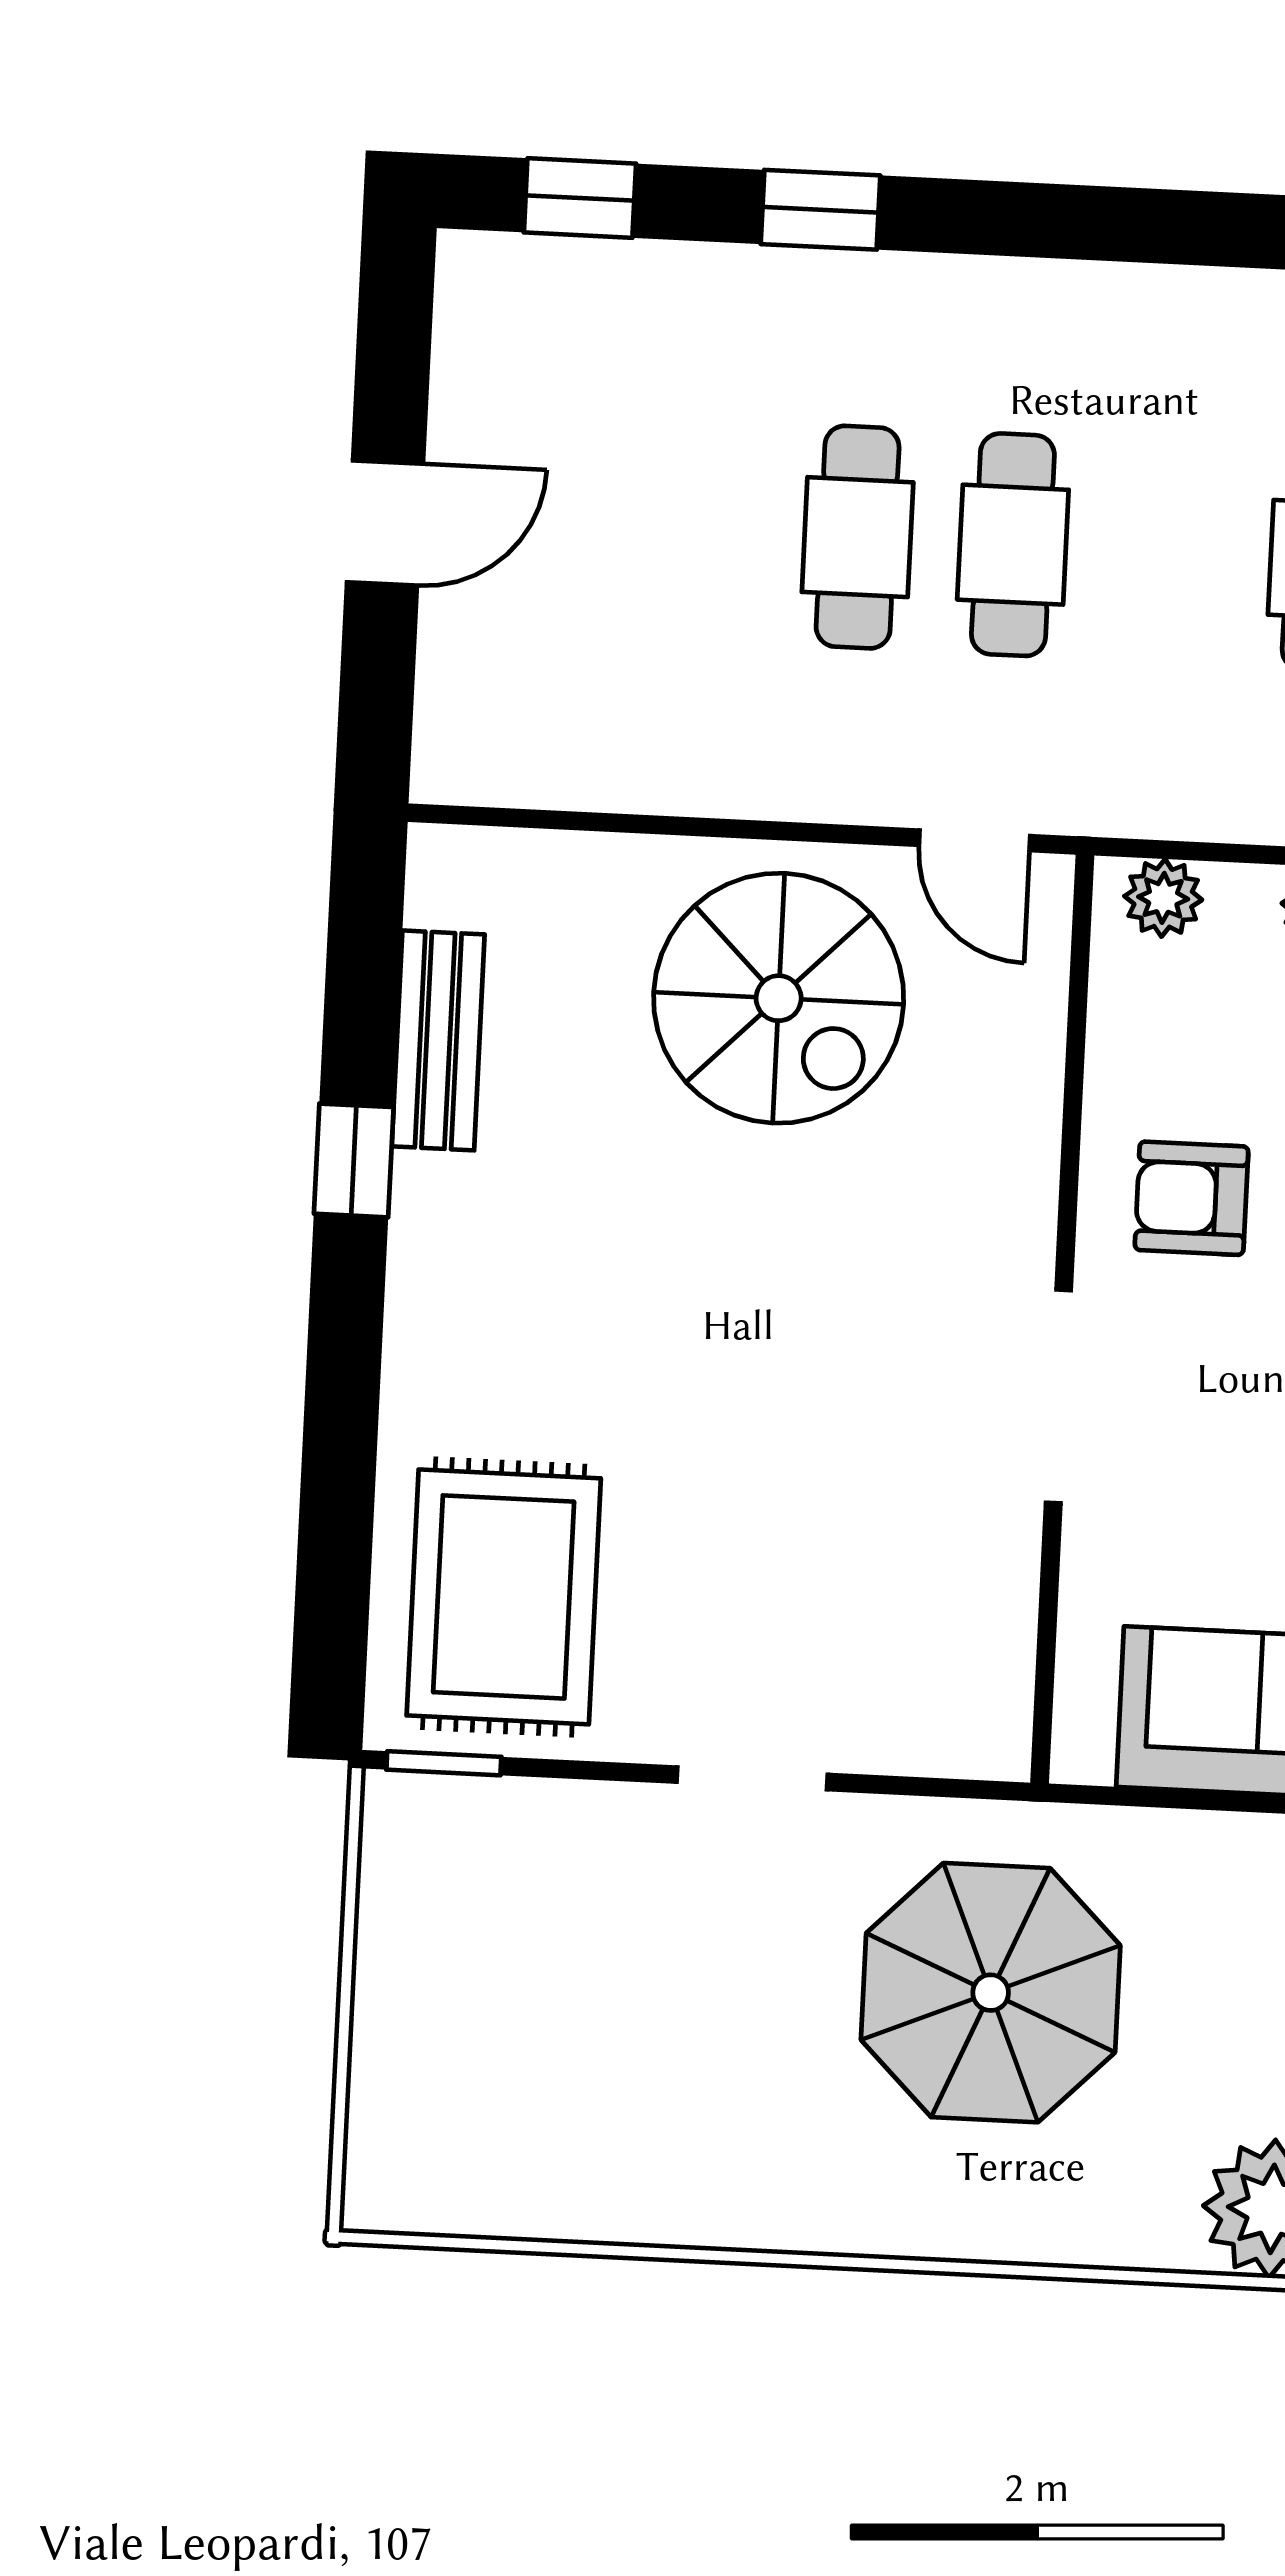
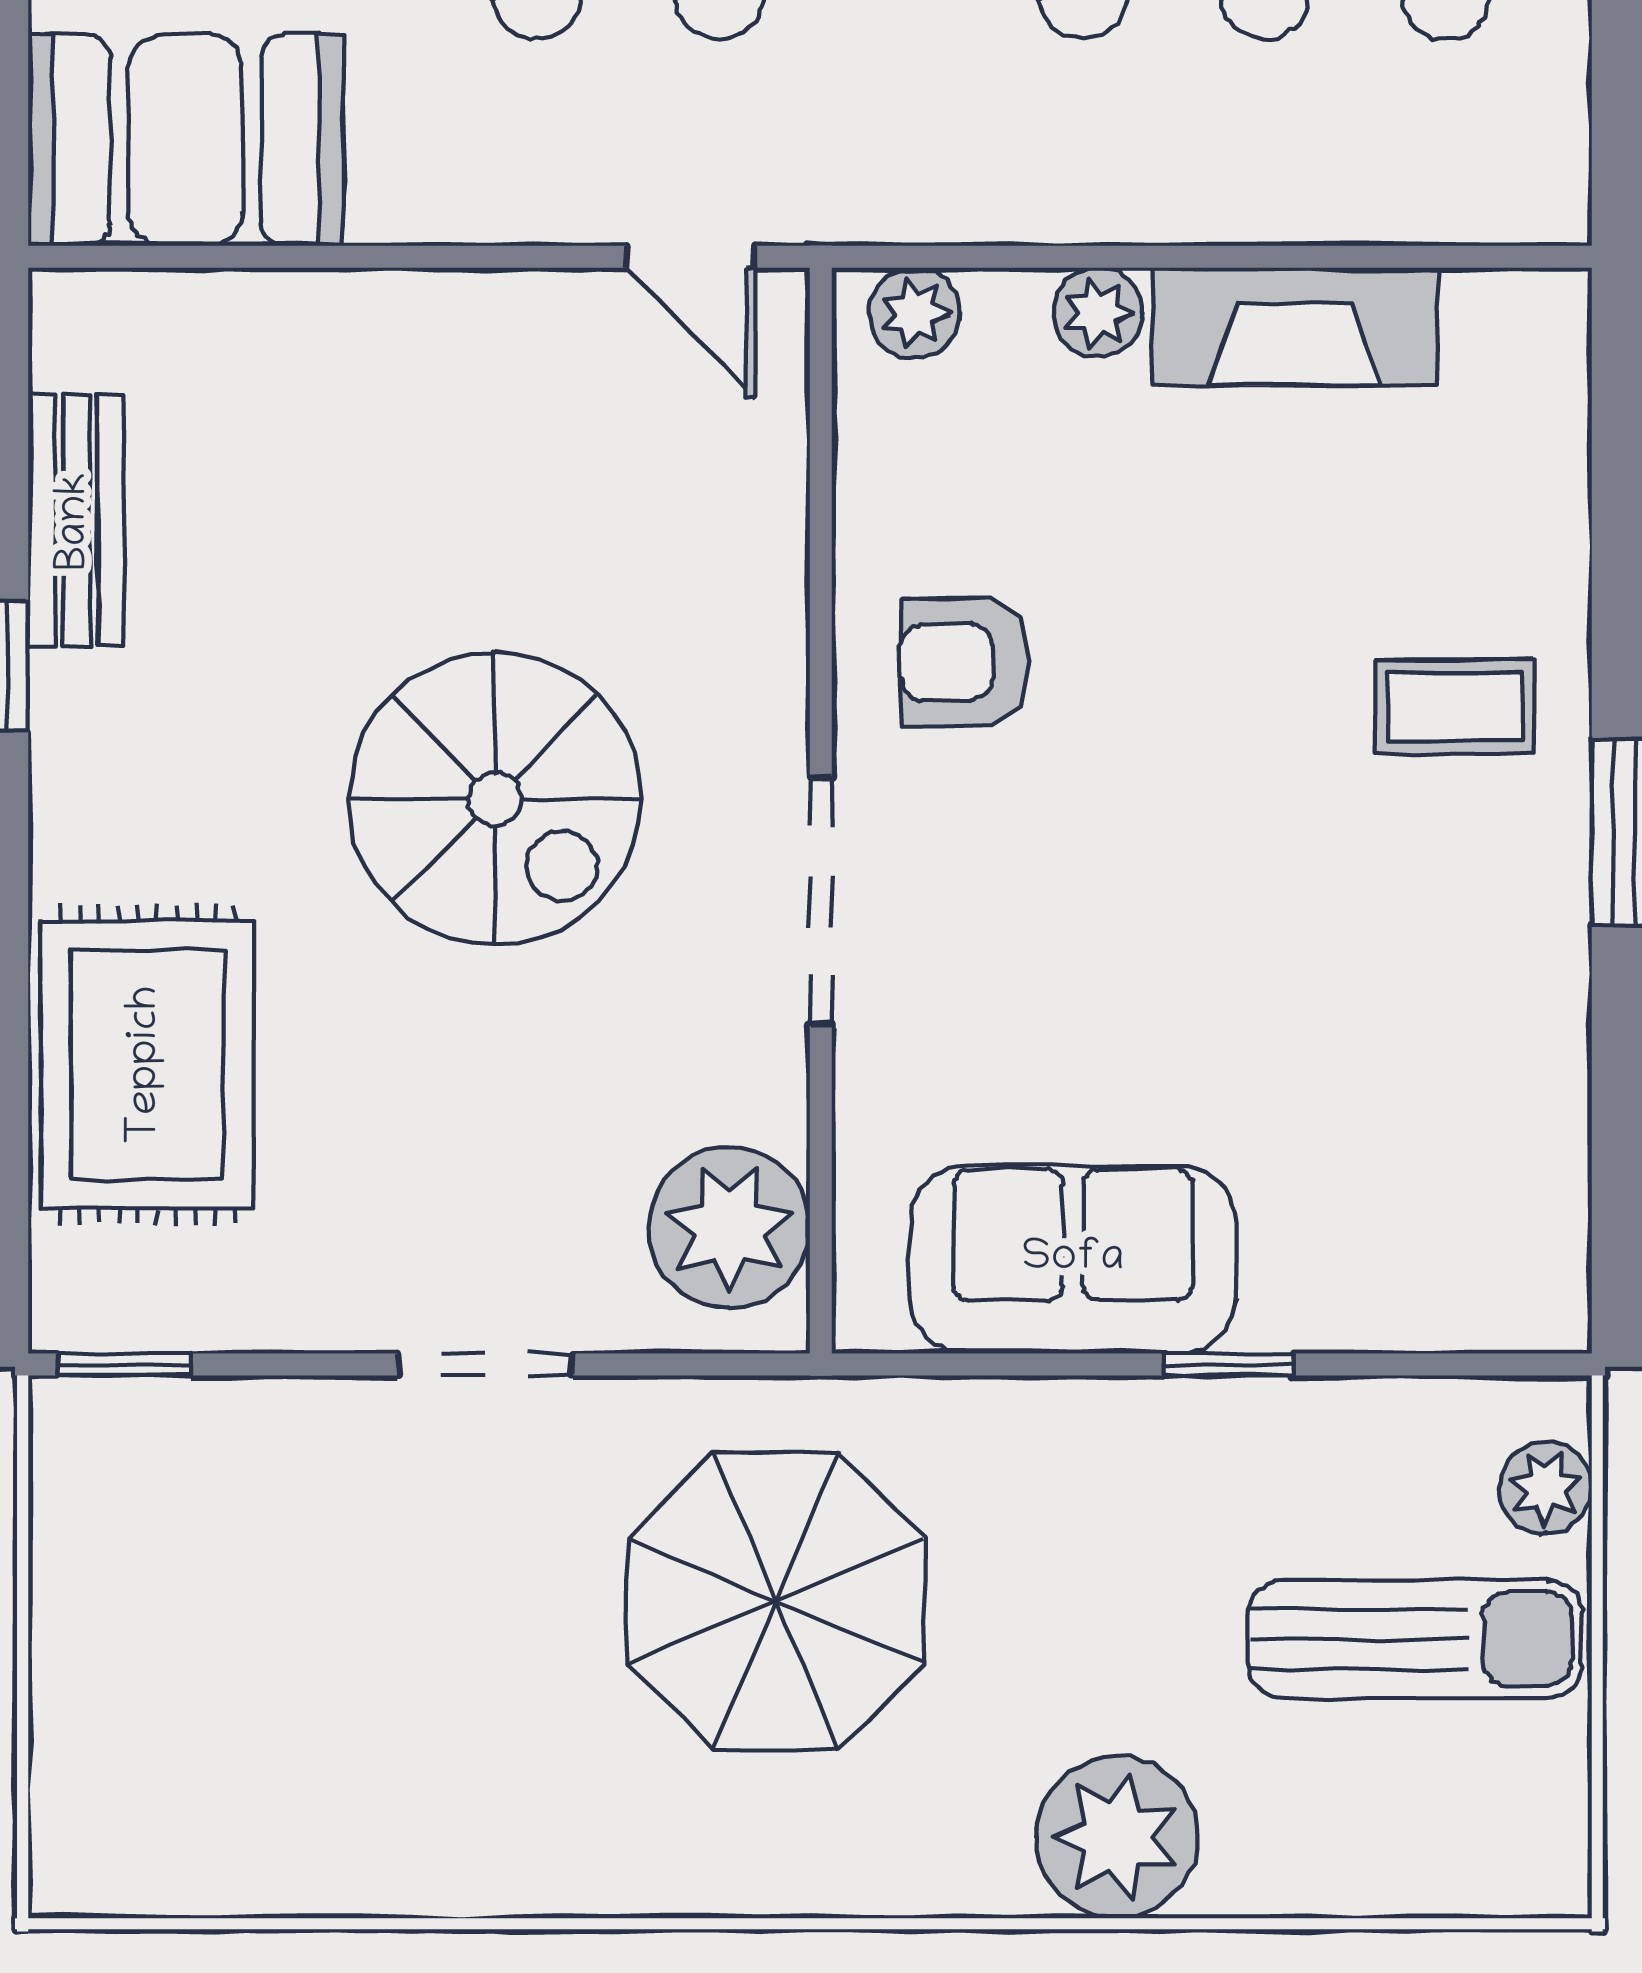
booth: (547, 720) -> (186, 140), added
spiral stairs: (779, 998) -> (495, 799), moved
rug: (504, 1597) -> (147, 1065), moved
plant: (967, 1672) -> (729, 1228), added

